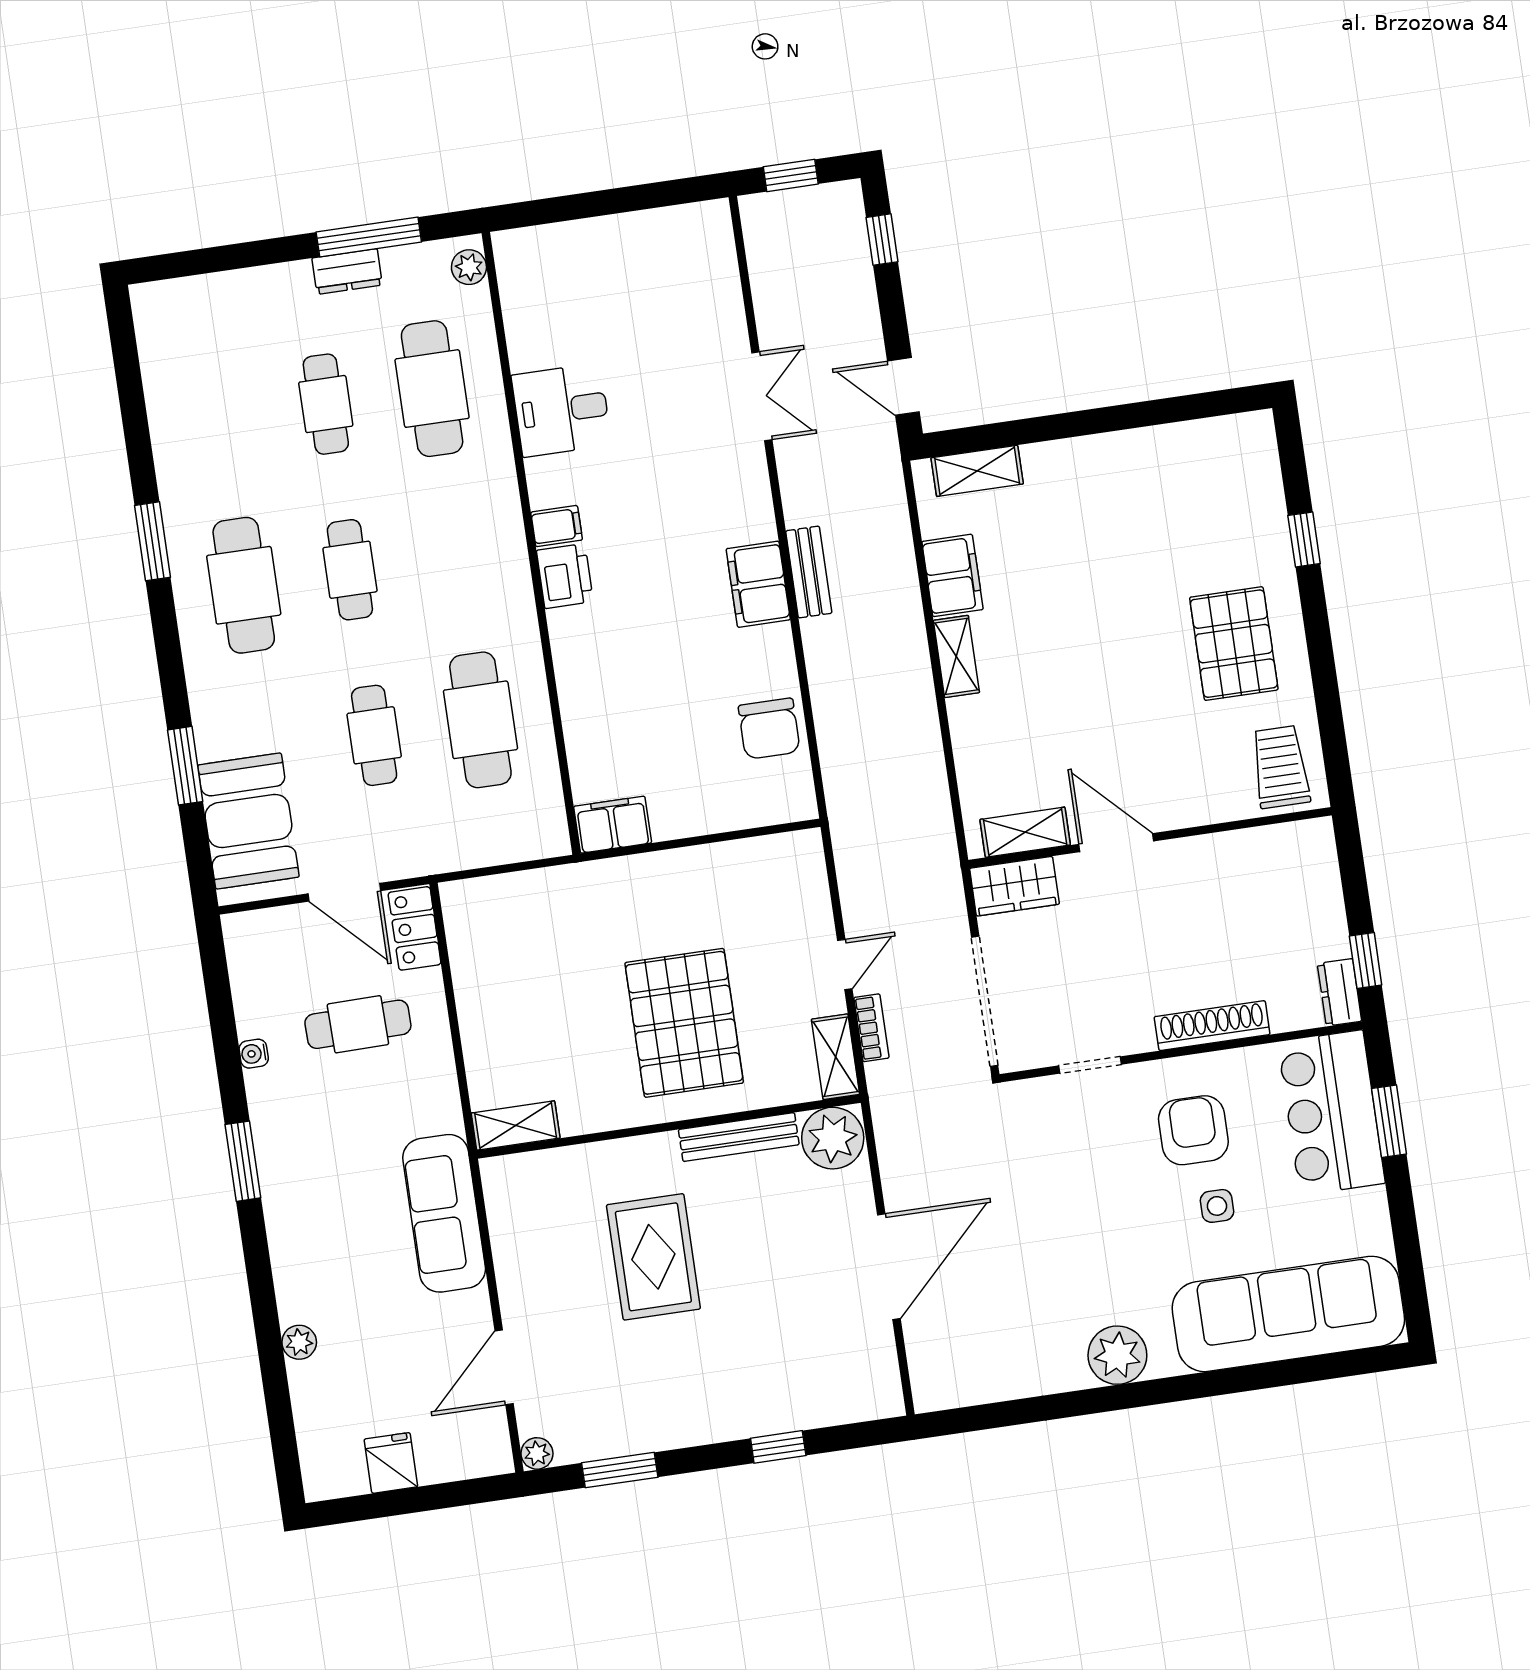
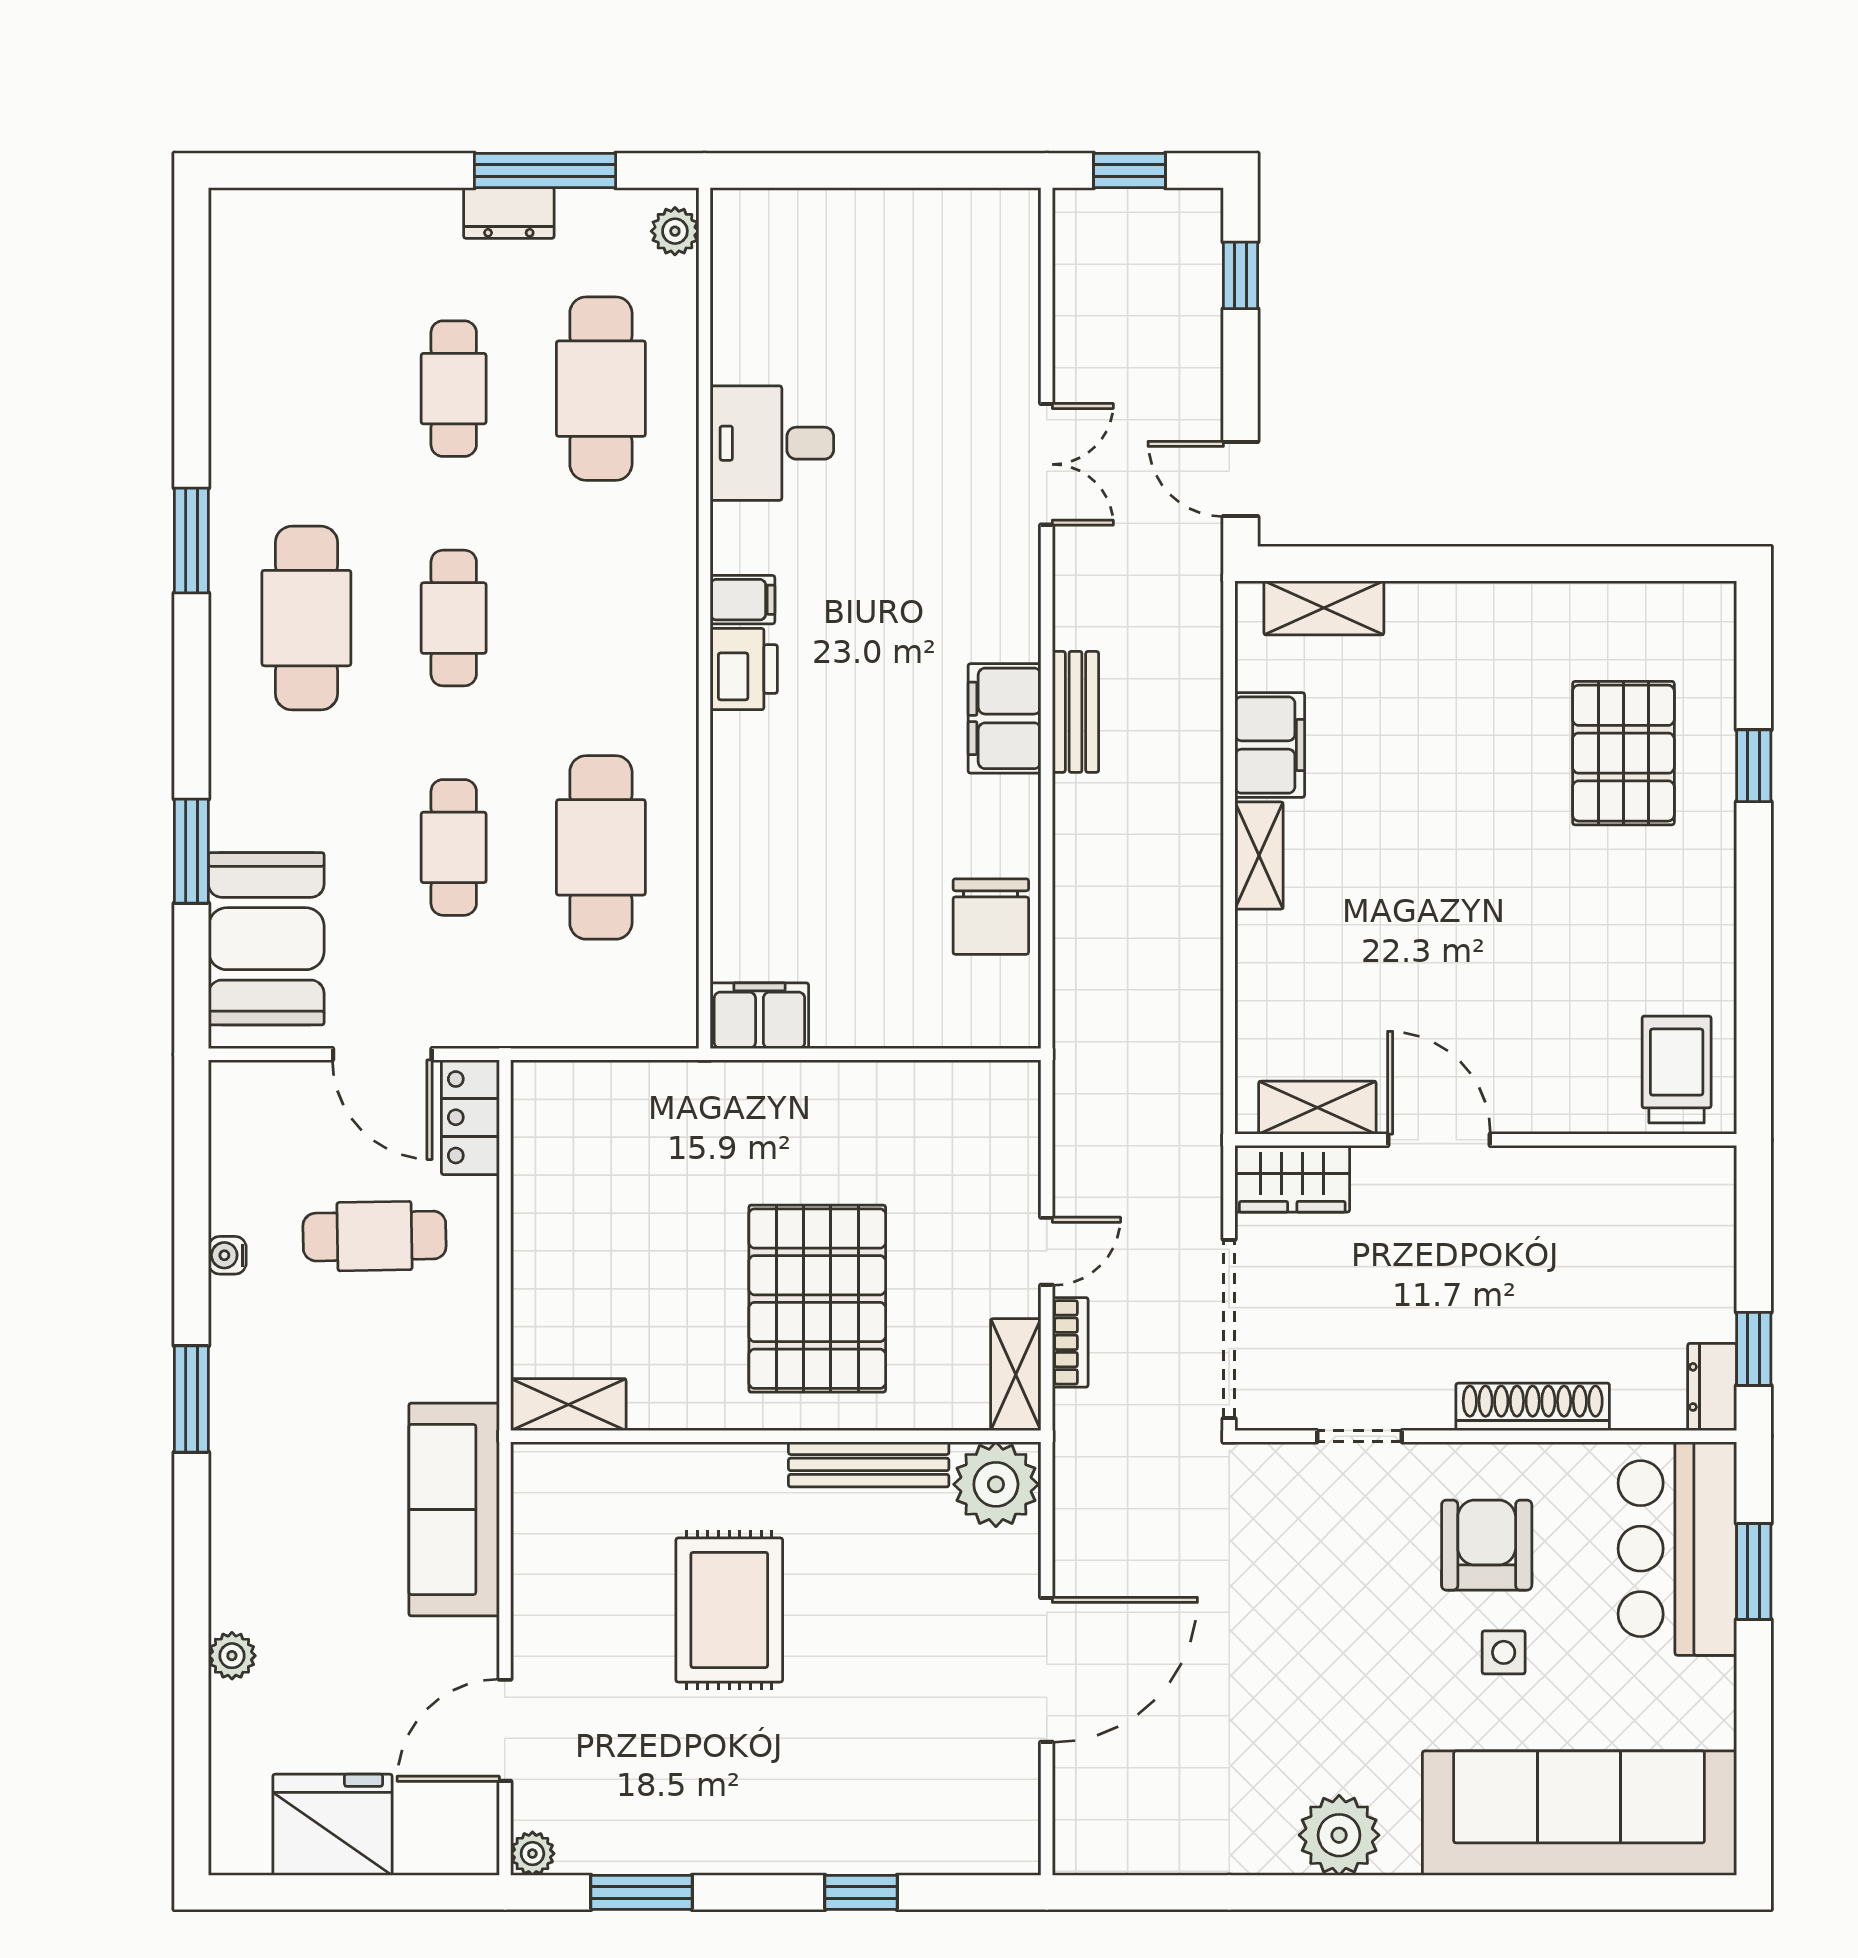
pallet: (1234, 644) -> (1623, 753), moved
fridge: (391, 1463) -> (332, 1825), width x1.88, depth x1.34

